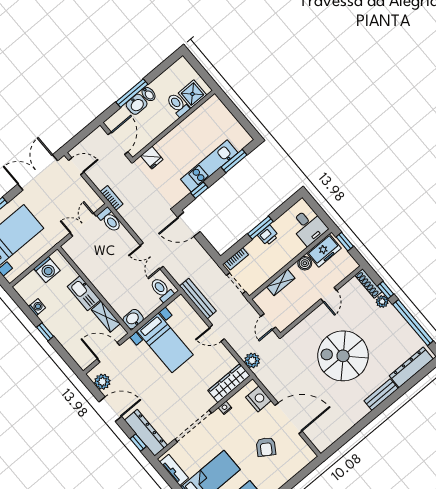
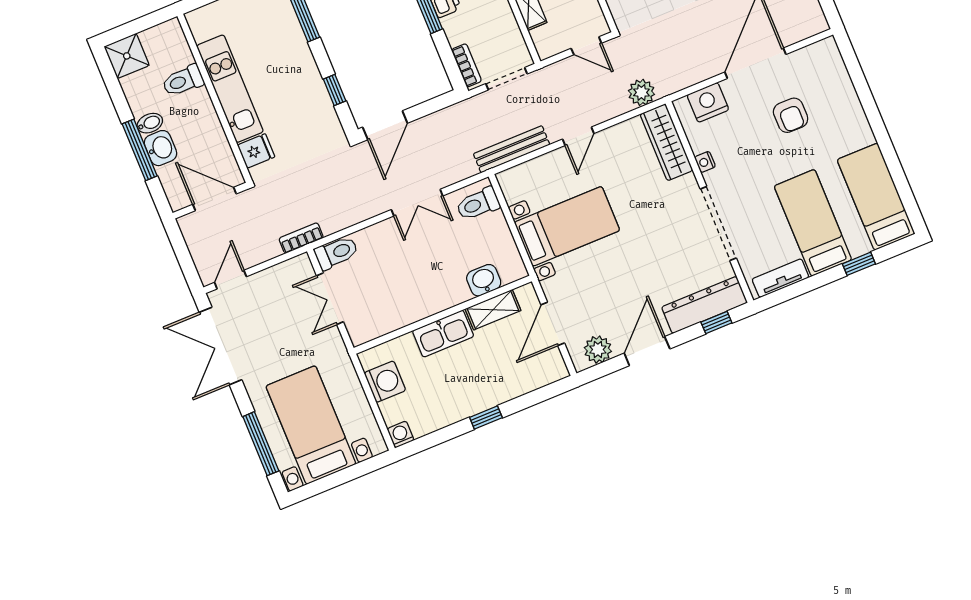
shower: (192, 94) -> (127, 56), moved
kitchen unit: (209, 166) -> (230, 89), moved, turned 180
washing machine: (37, 307) -> (401, 434), moved
washbasin: (133, 319) -> (484, 280), moved, turned 90
armchair: (266, 447) -> (791, 115), turned 57

